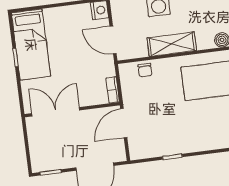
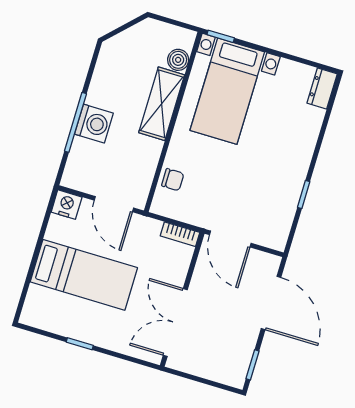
door: (113, 40) -> (114, 204), hinge flipped
shelving: (172, 44) -> (162, 104), moved
bed: (31, 45) -> (84, 275), moved

